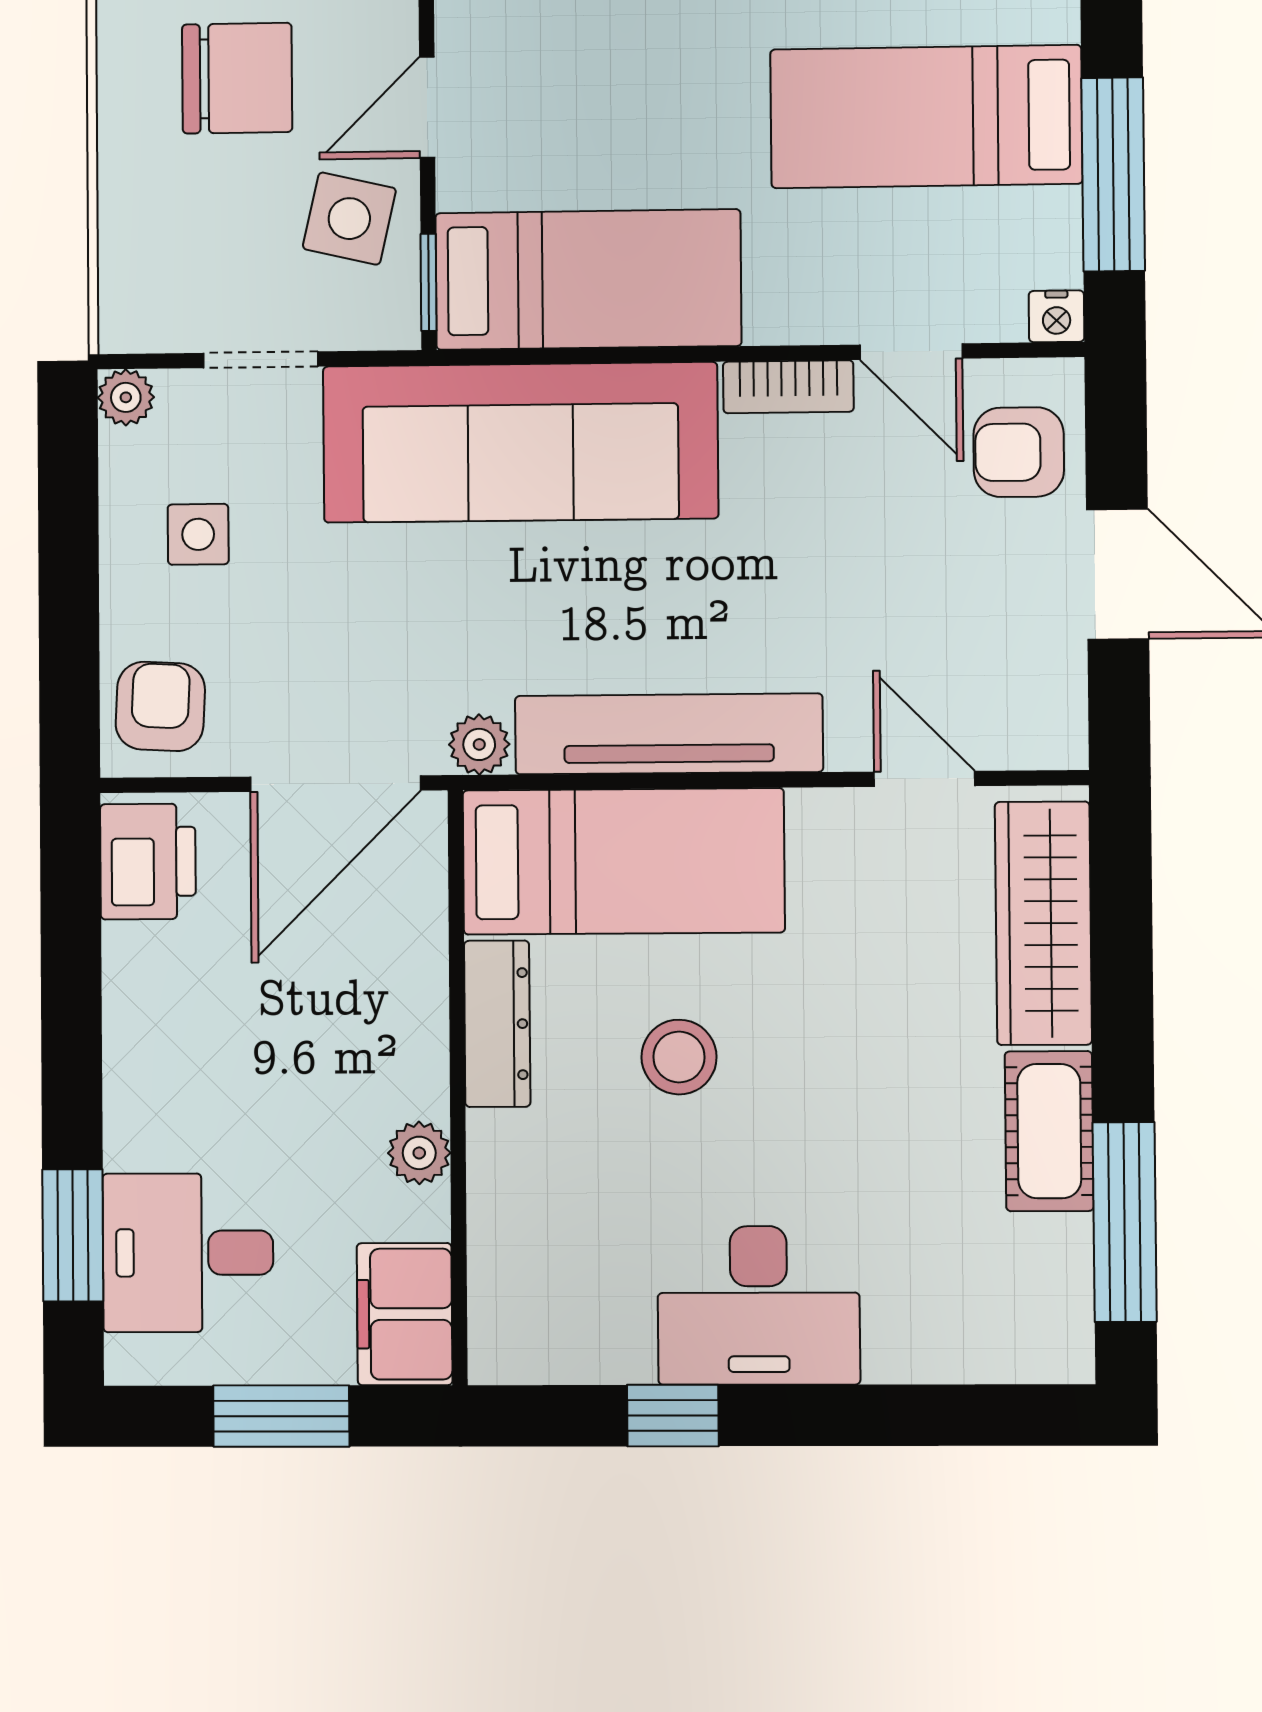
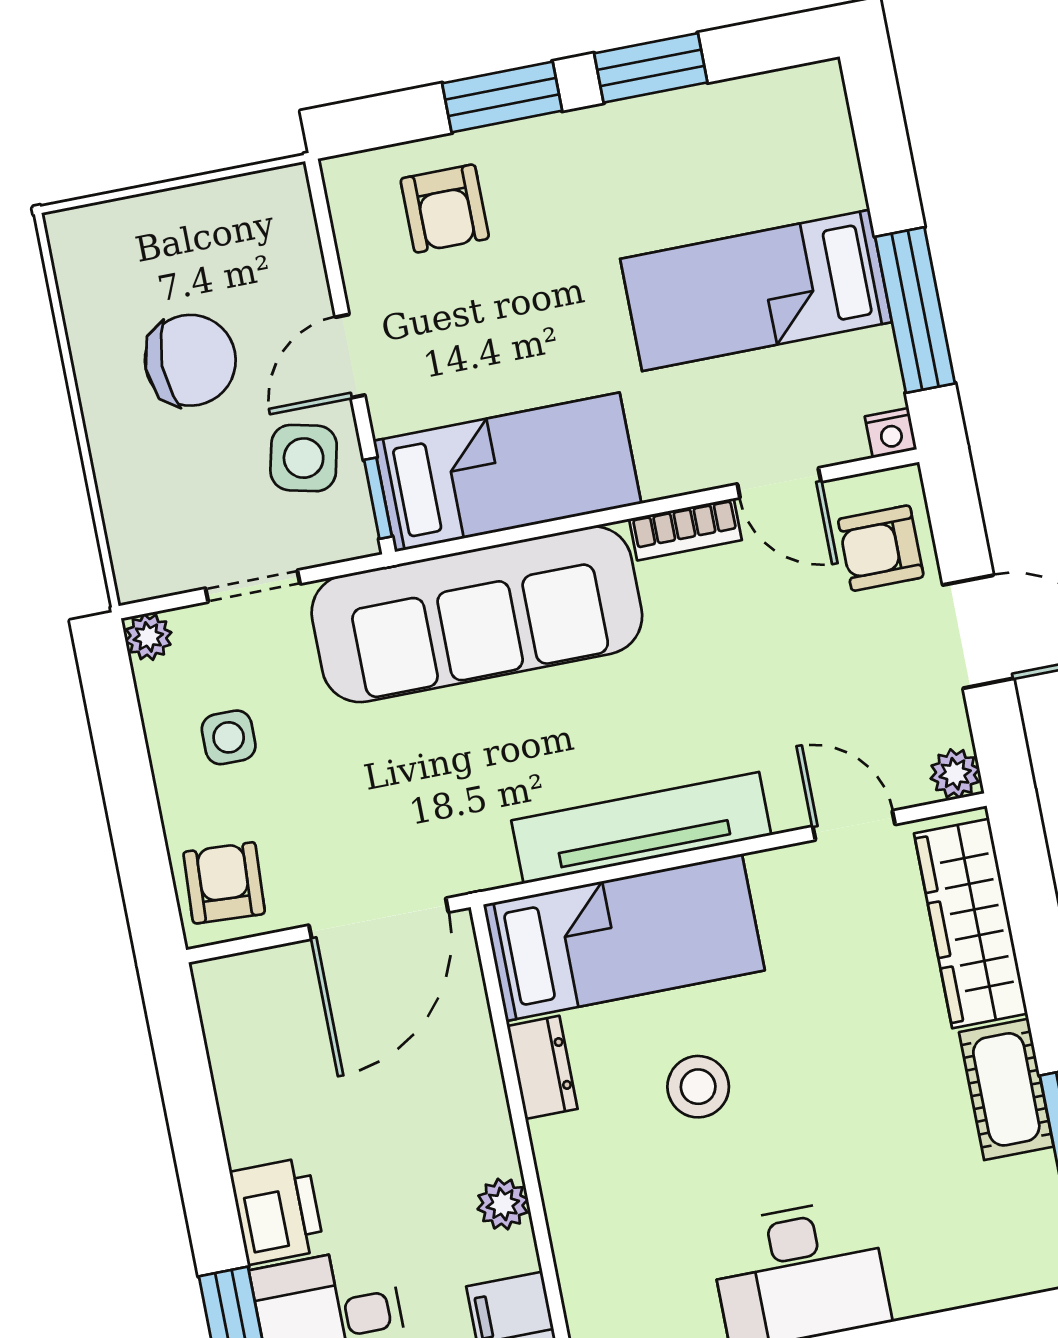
plant: (479, 744) -> (955, 774), moved
printer: (148, 862) -> (277, 1211), moved
dresser: (497, 1024) -> (542, 1067), width x0.70

